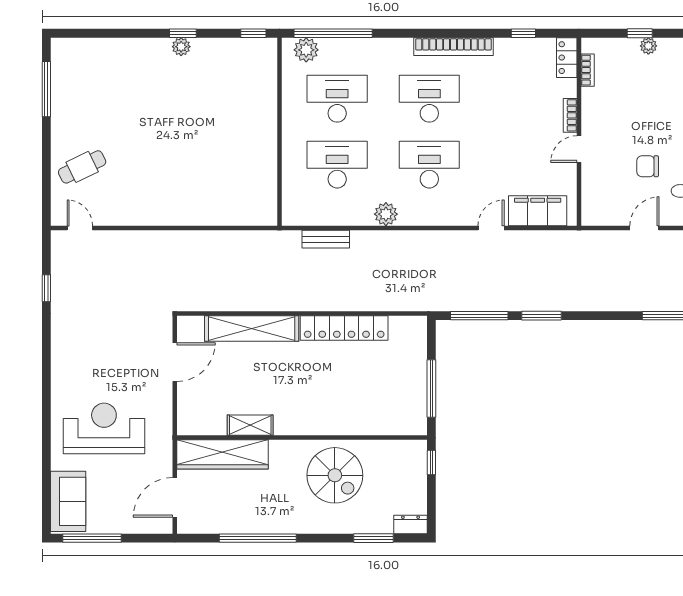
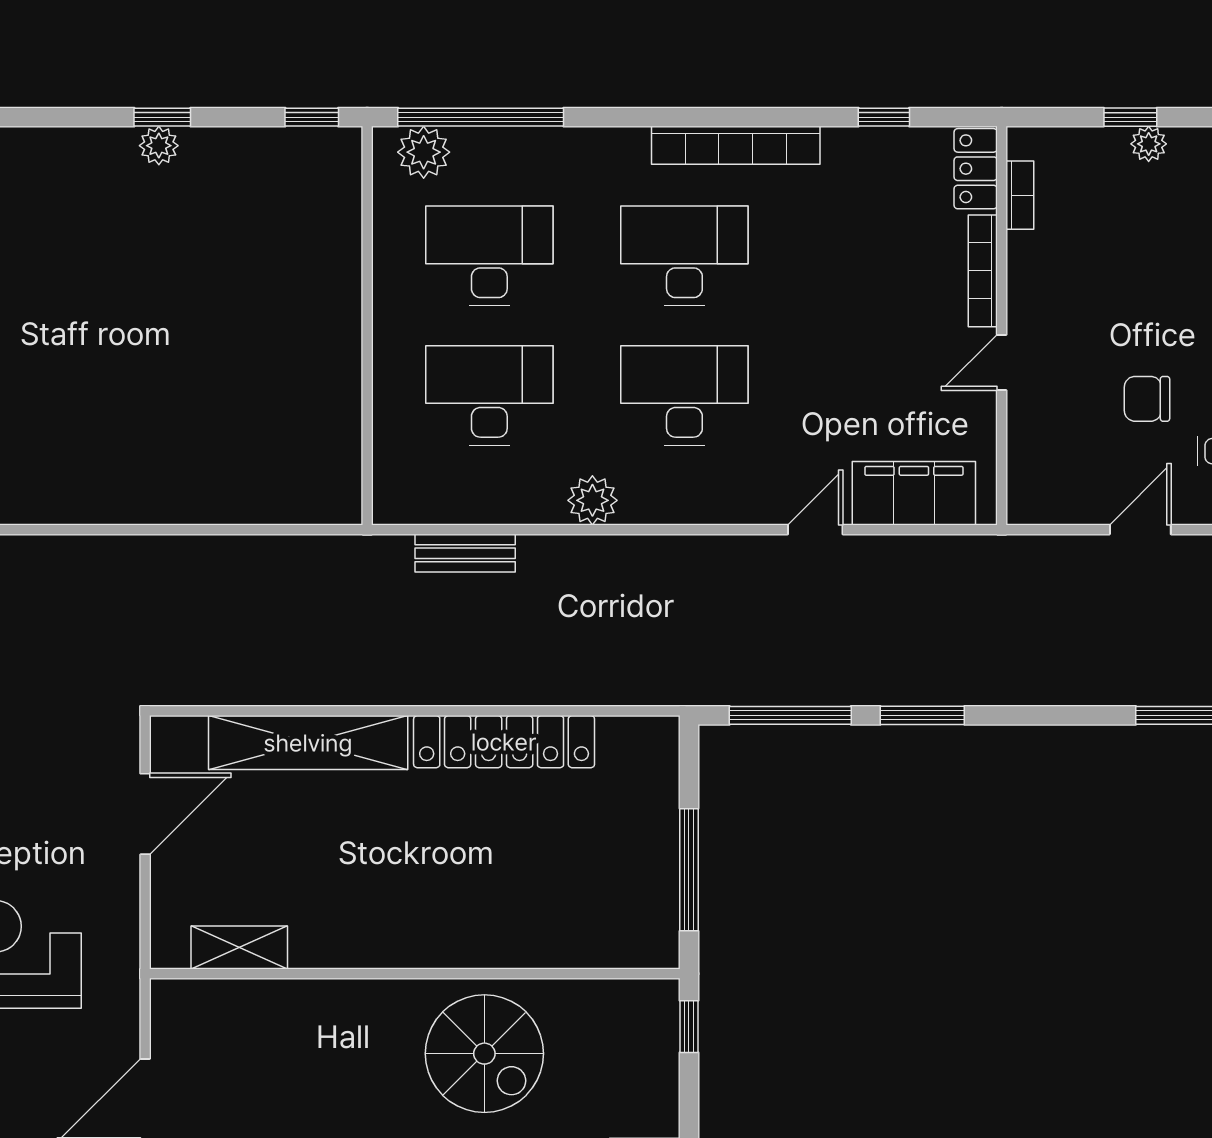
bookcase: (570, 115) -> (983, 271), width x1.56
shelving: (250, 425) -> (239, 947), moved
wardrobe: (222, 454) -> (246, 1010), removed

